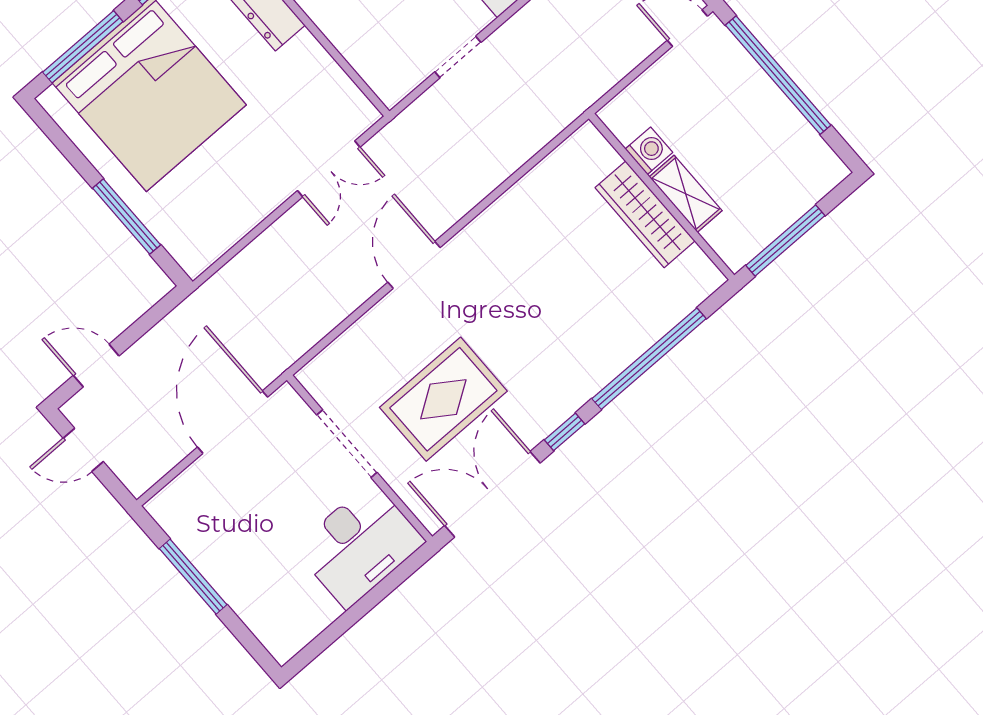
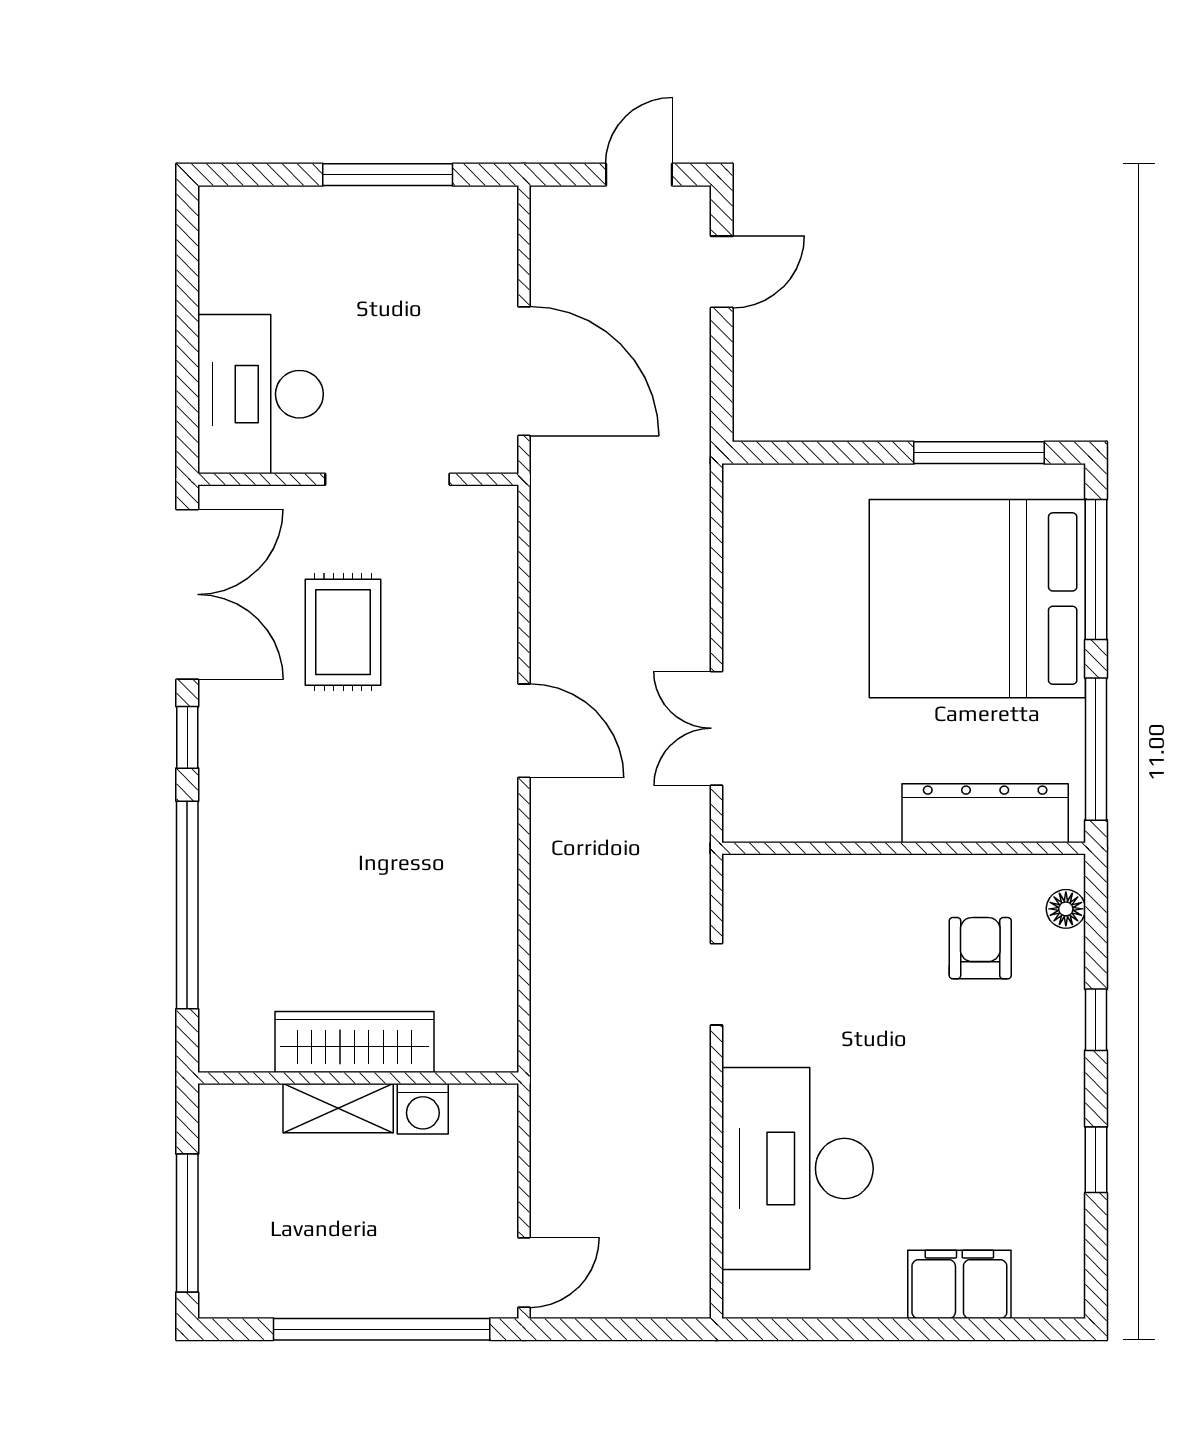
window: (127, 217) -> (979, 453), moved
window: (785, 240) -> (187, 1223), moved
rug: (443, 399) -> (343, 632), width x0.73, depth x0.70

